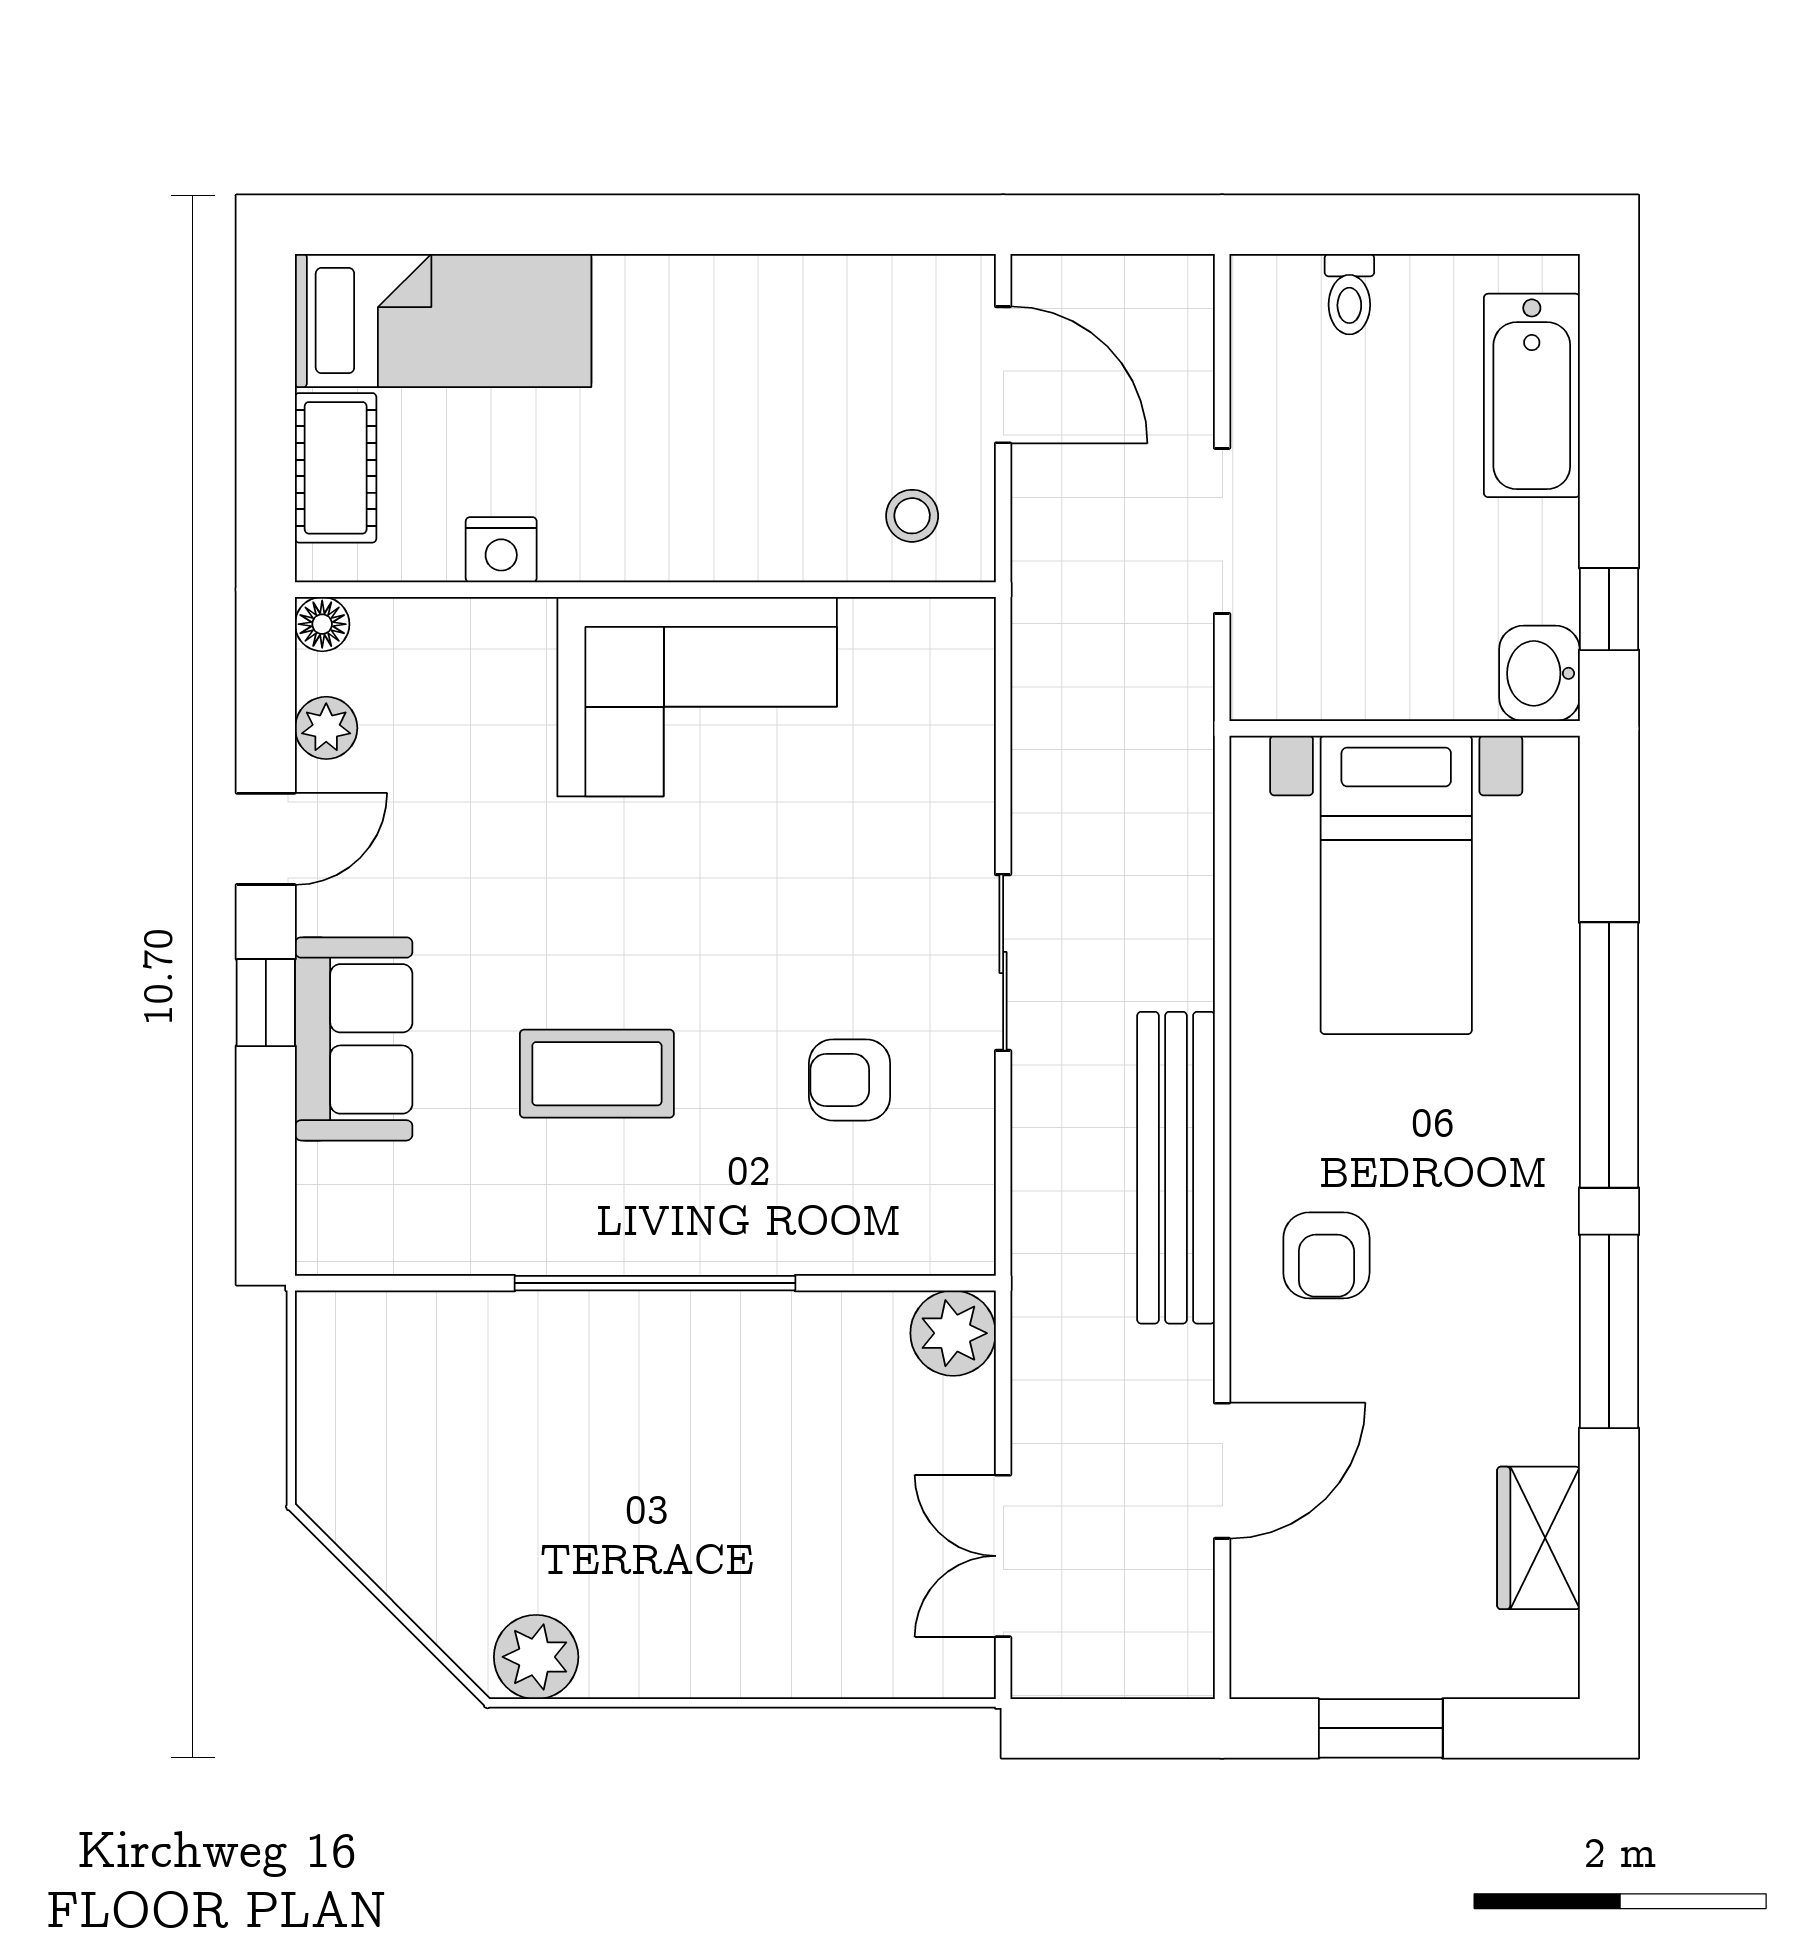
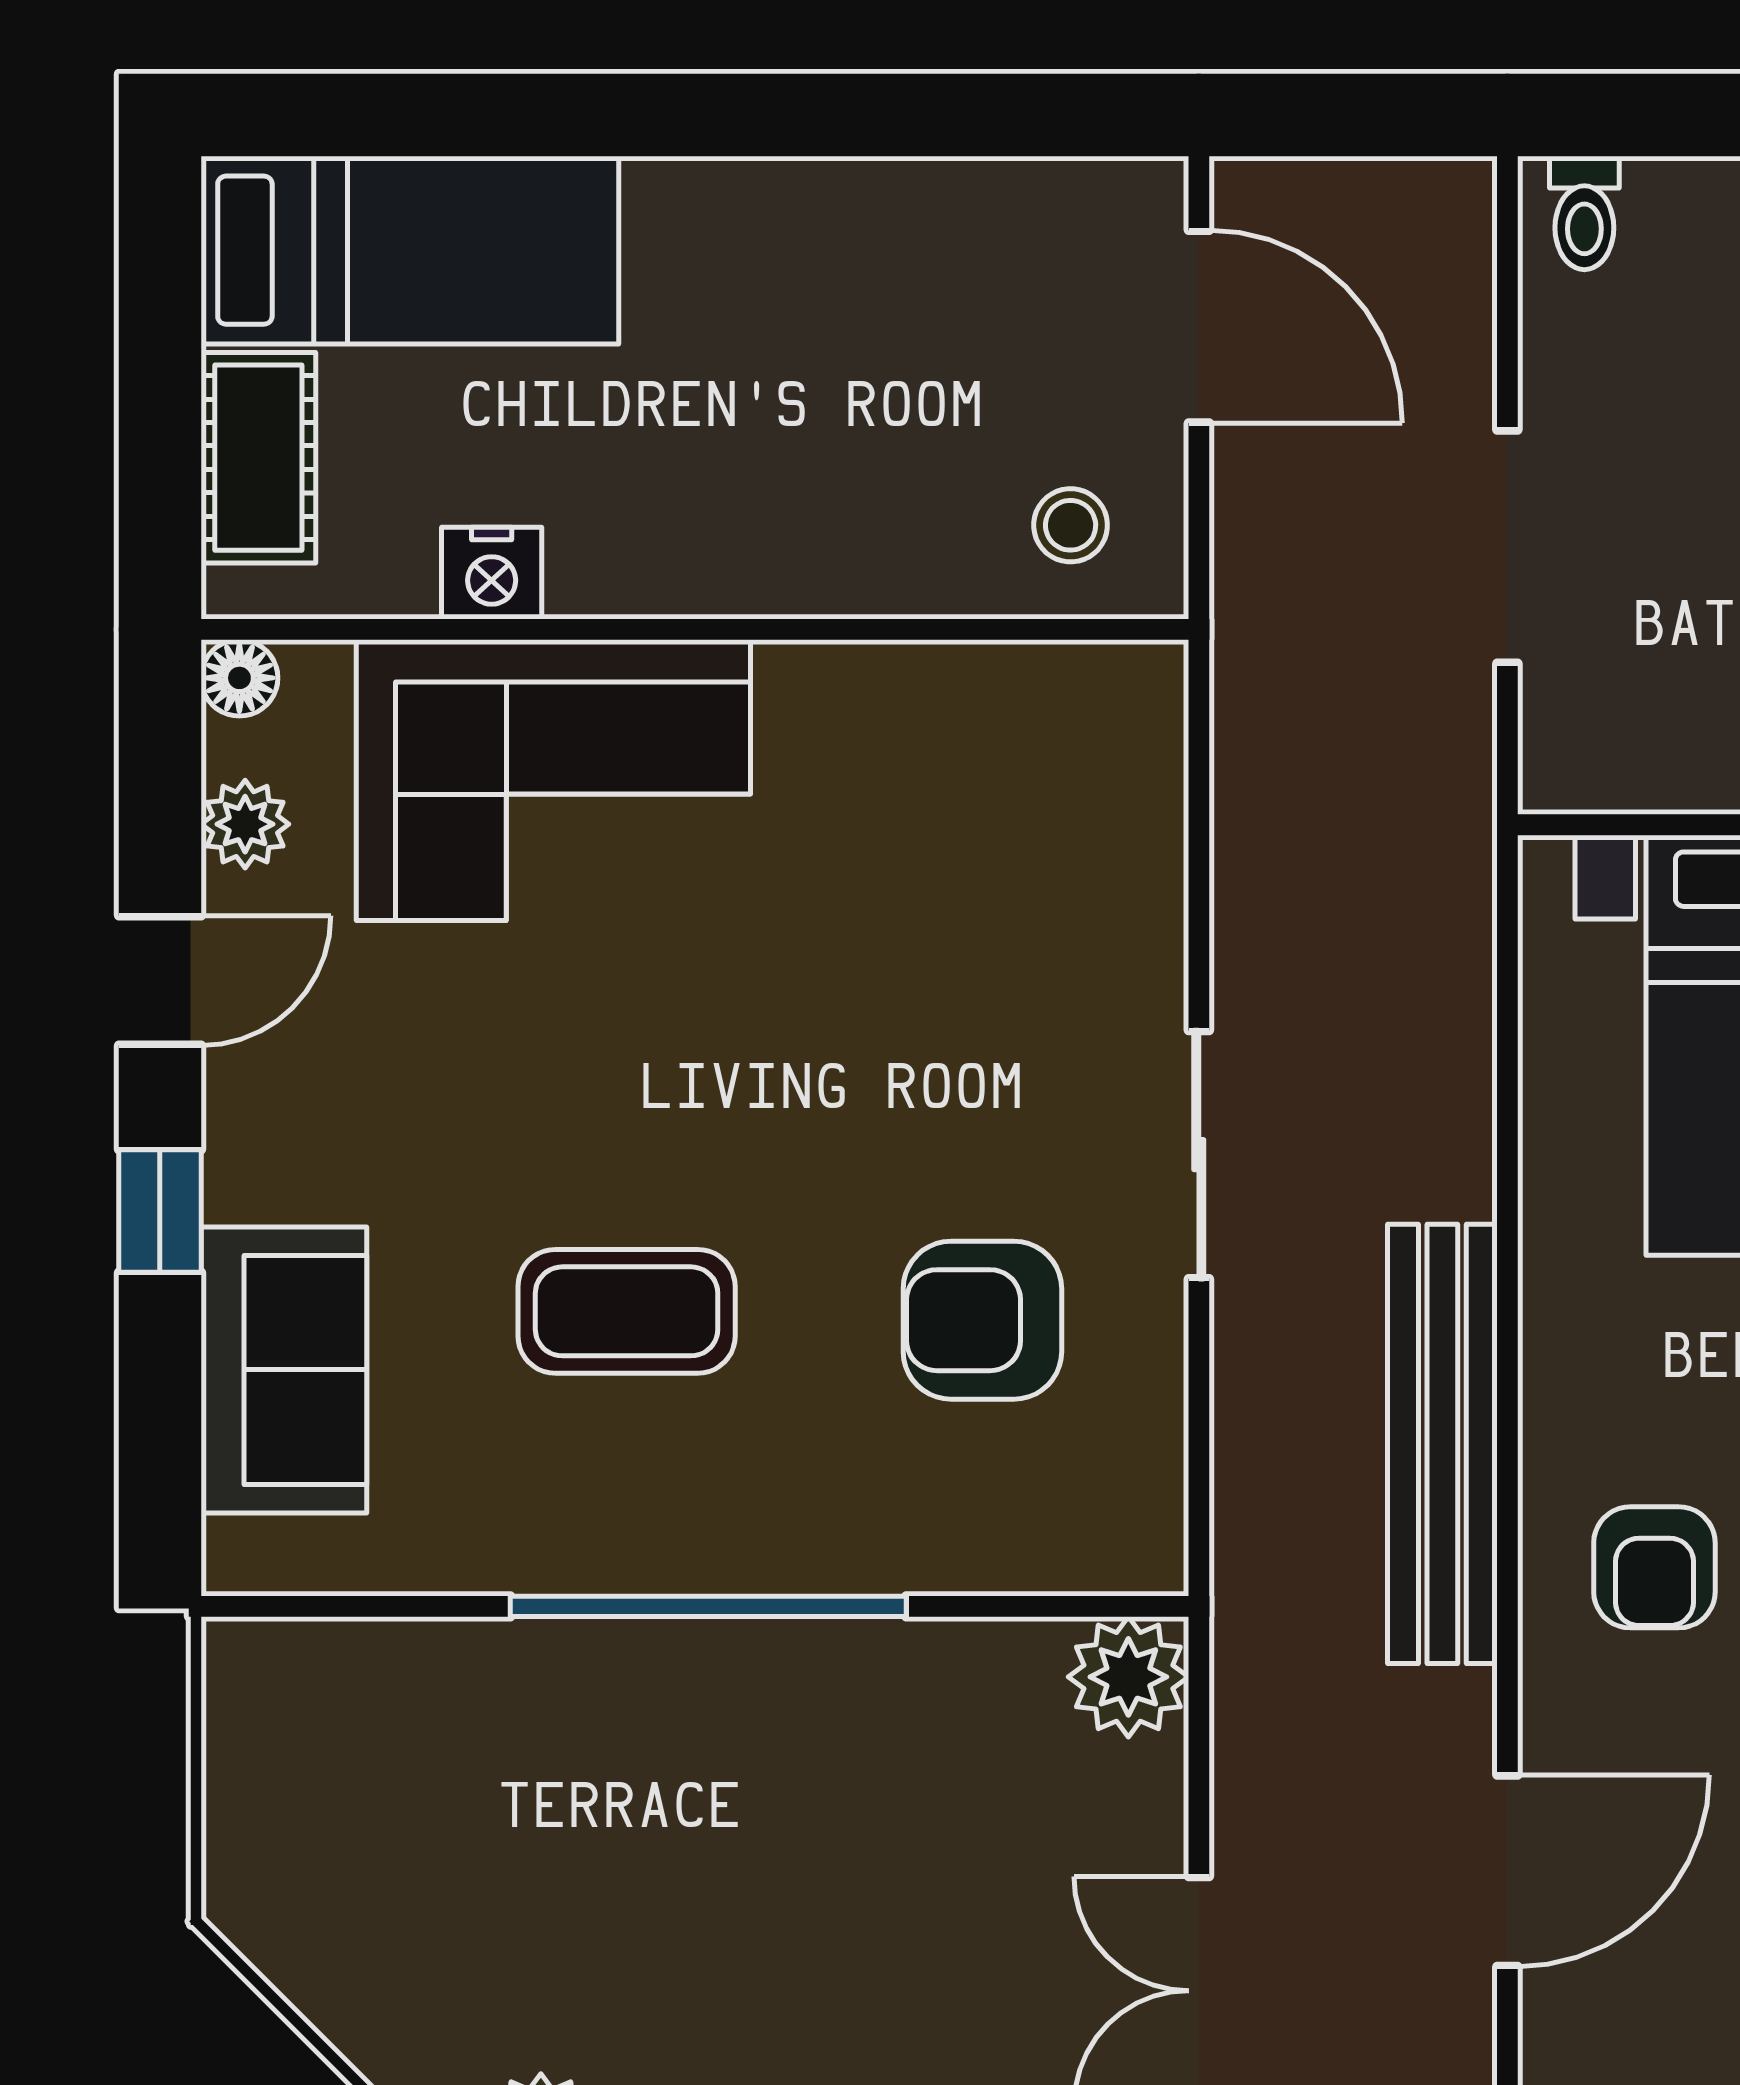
toilet: (1349, 294) -> (1584, 213), moved
corner sofa: (697, 697) -> (553, 780), moved
sofa: (354, 1039) -> (284, 1370), moved
armchair: (850, 1080) -> (982, 1320), width x1.38, depth x1.38

